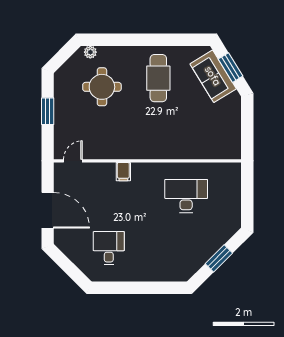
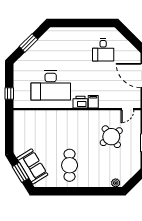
round table: (102, 87) -> (111, 137), moved, turned -37
printer: (142, 171) -> (80, 102), added
window: (247, 184) -> (9, 93), added
desk: (186, 196) -> (51, 85), width x1.36, depth x1.30

